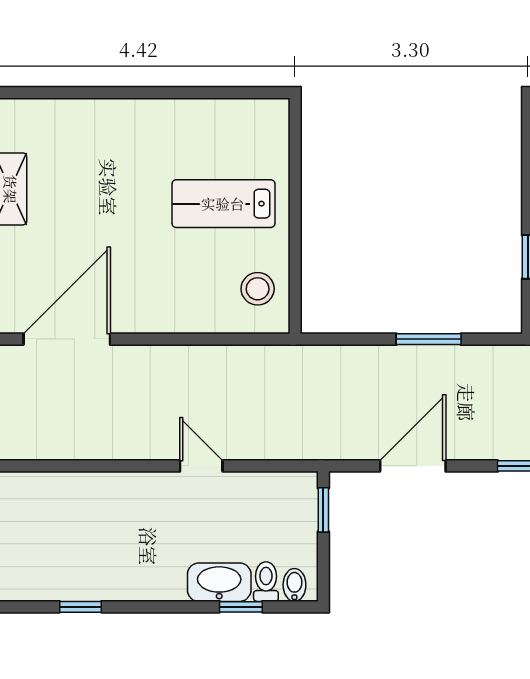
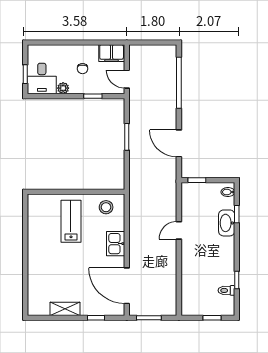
lab bench: (223, 204) -> (71, 221), turned 180
kitchen sink: (169, 312) -> (116, 244), added
toilet: (266, 582) -> (226, 290), moved

